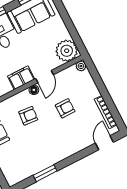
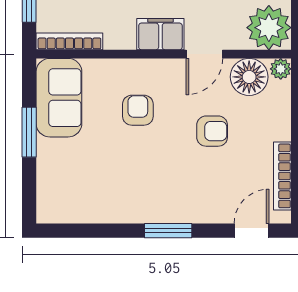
floor lamp: (34, 90) -> (249, 77), moved, width x1.89, depth x1.89
armchair: (28, 116) -> (138, 110), turned -95
window: (45, 173) -> (168, 231), moved

